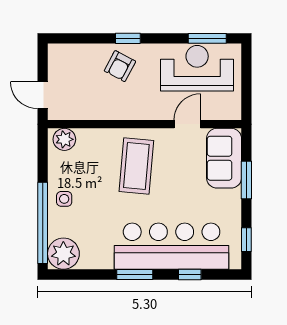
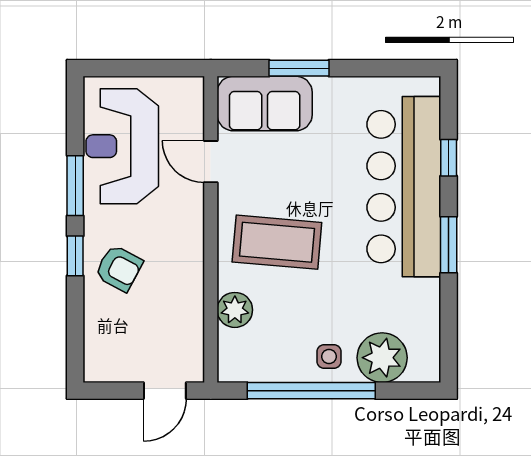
window: (207, 38) -> (75, 186), moved
plant: (64, 139) -> (235, 310), moved
window: (43, 223) -> (311, 391), moved
window: (246, 240) -> (393, 68), removed
plant: (63, 254) -> (382, 358), moved

